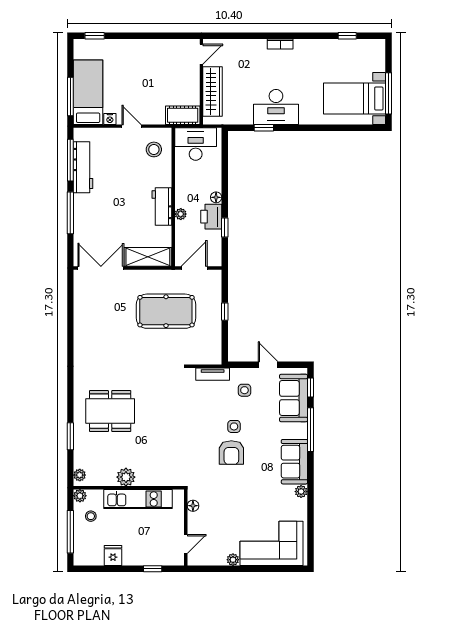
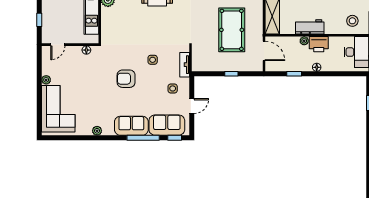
printer: (211, 217) -> (319, 44), moved, turned 180
side table: (234, 426) -> (153, 60), moved
sofa: (294, 462) -> (131, 126), moved
door: (186, 544) -> (58, 45), hinge flipped

